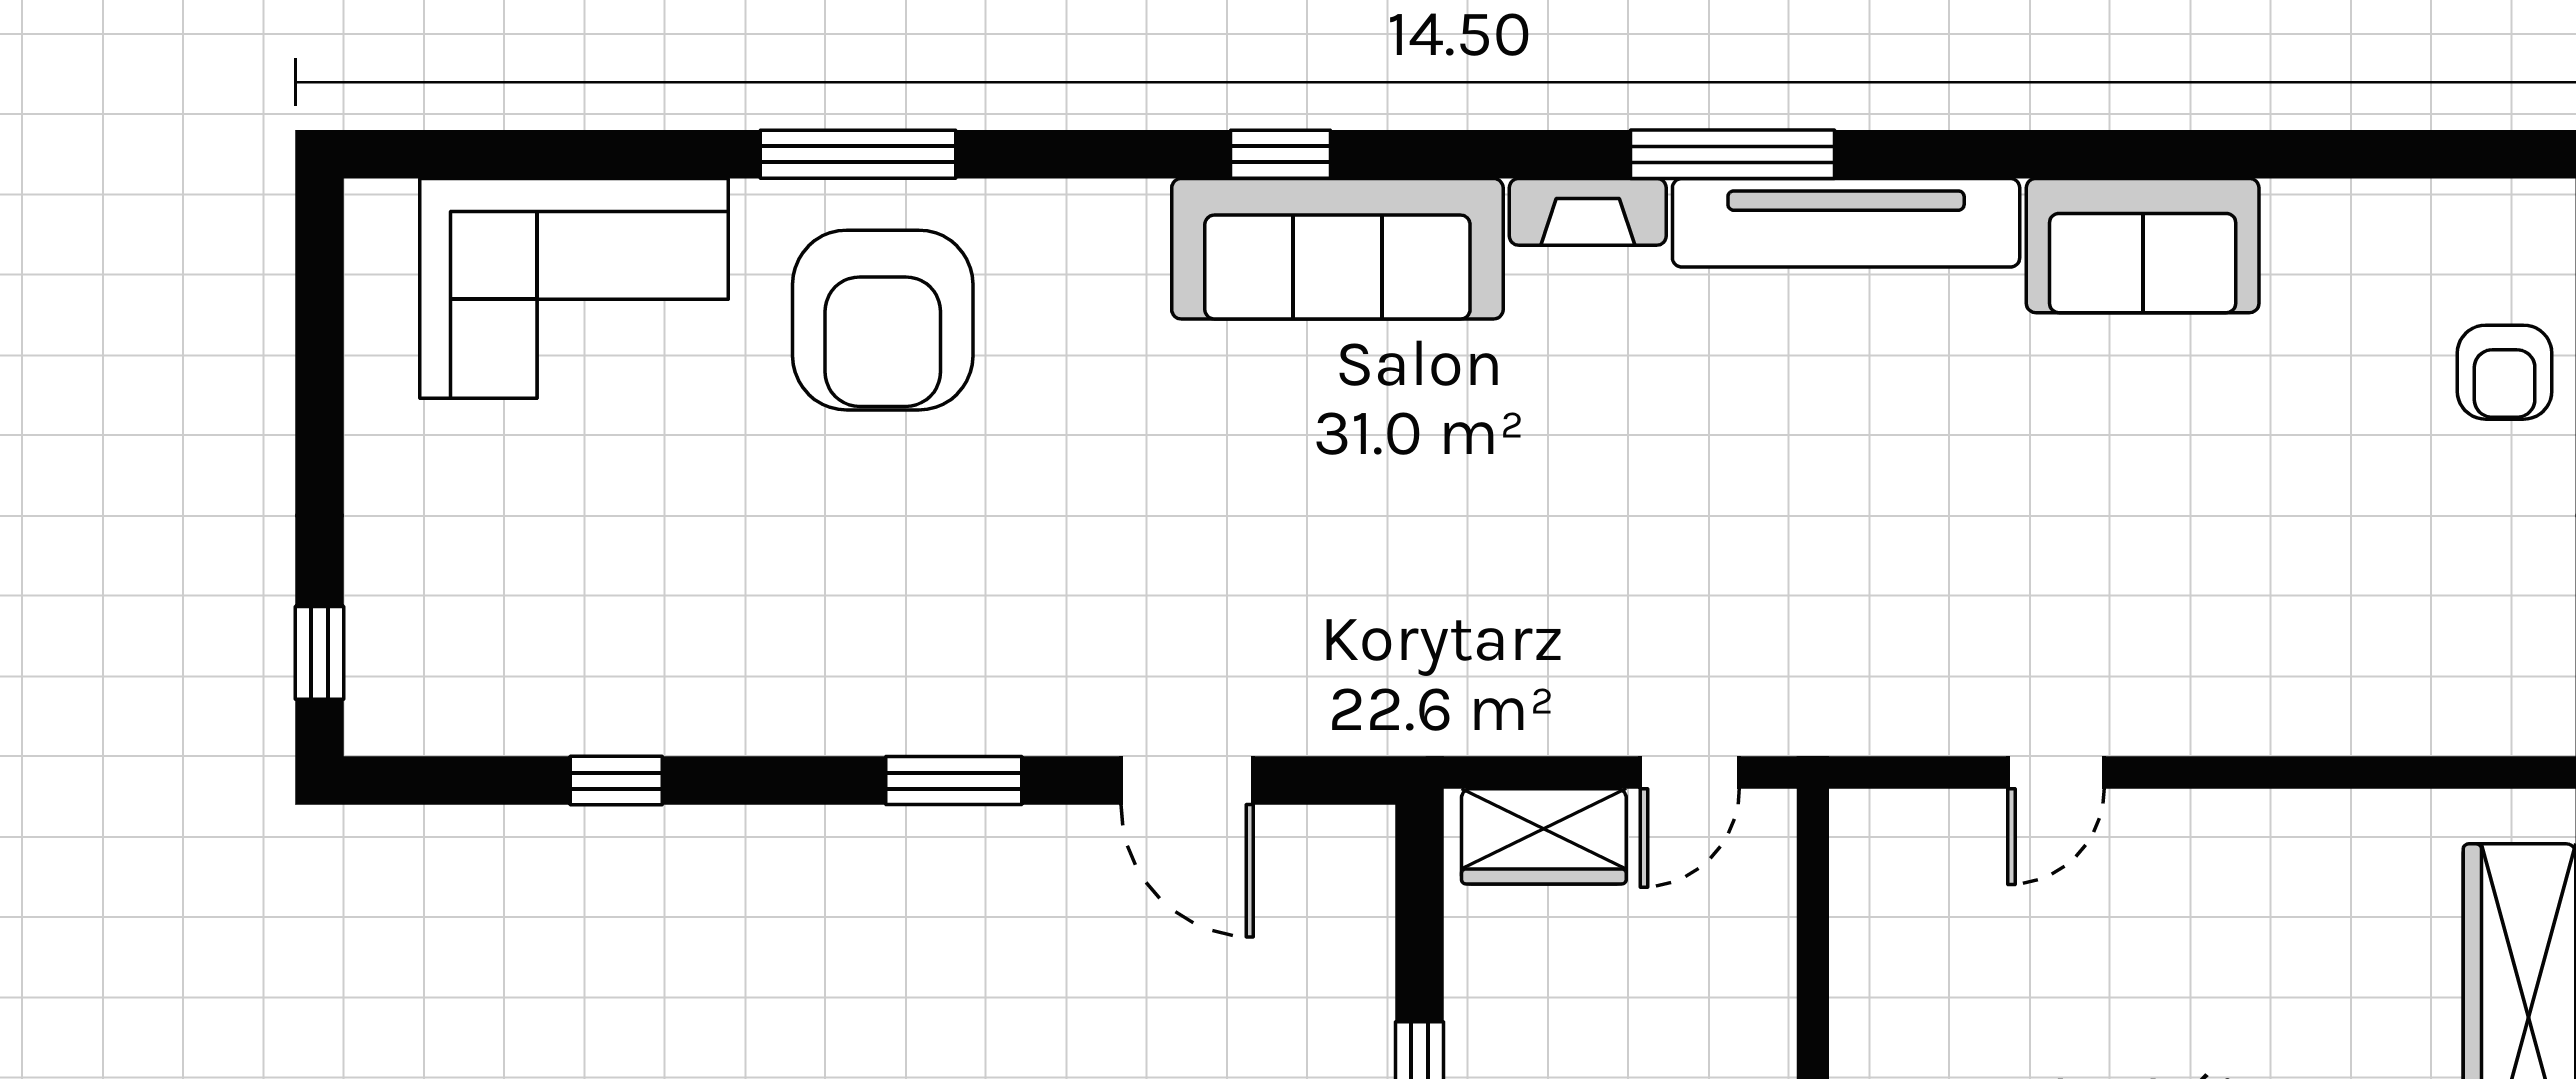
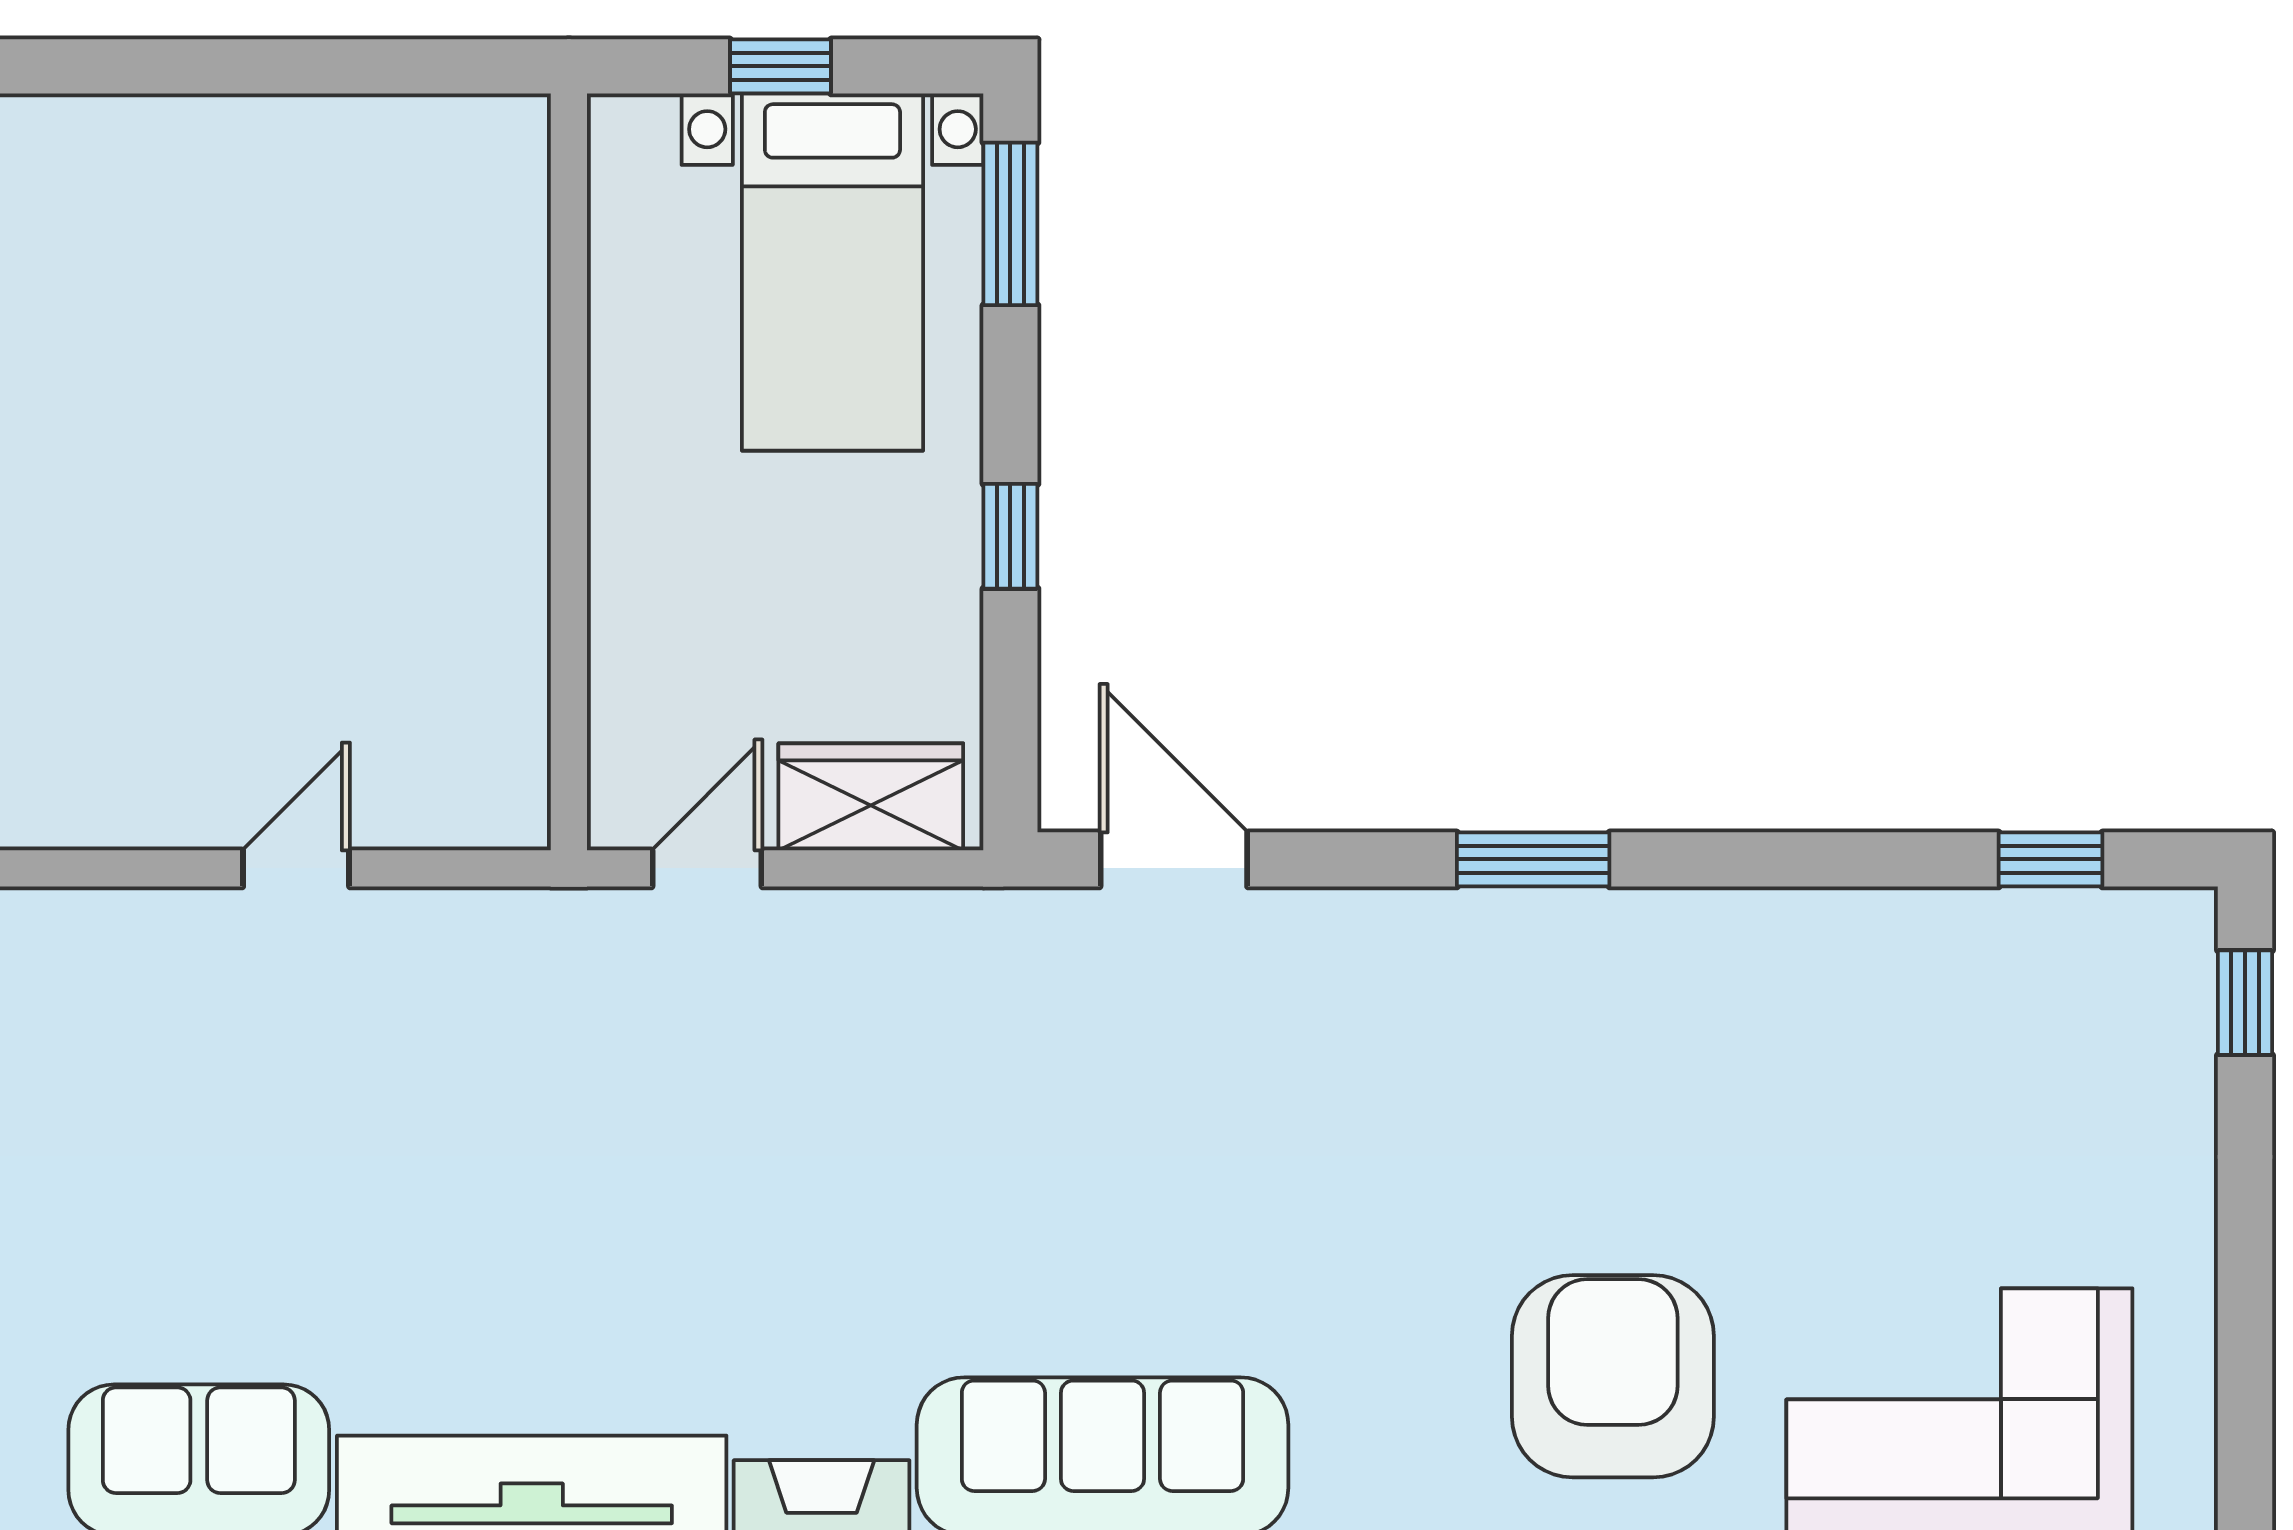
window: (616, 781) -> (2050, 859), moved
door: (1187, 781) -> (1174, 859), moved

